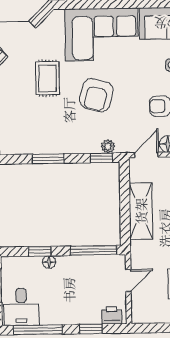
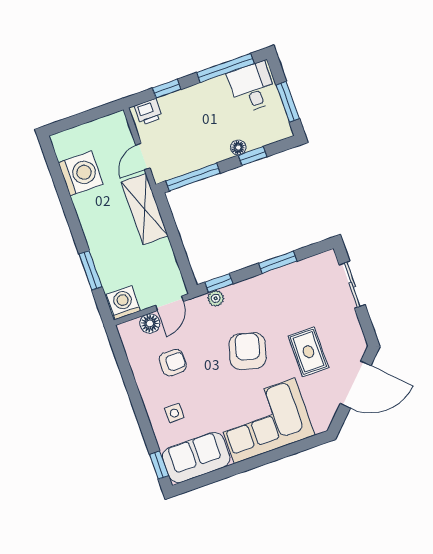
shelving: (141, 211) -> (145, 209), moved

